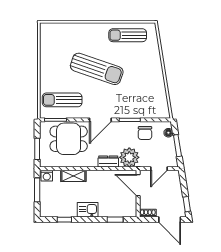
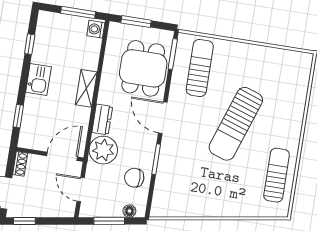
shelving: (73, 176) -> (86, 88), moved

